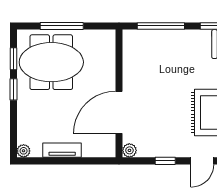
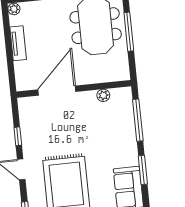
door: (119, 112) -> (57, 91), hinge flipped
plant: (129, 150) -> (103, 95), moved

